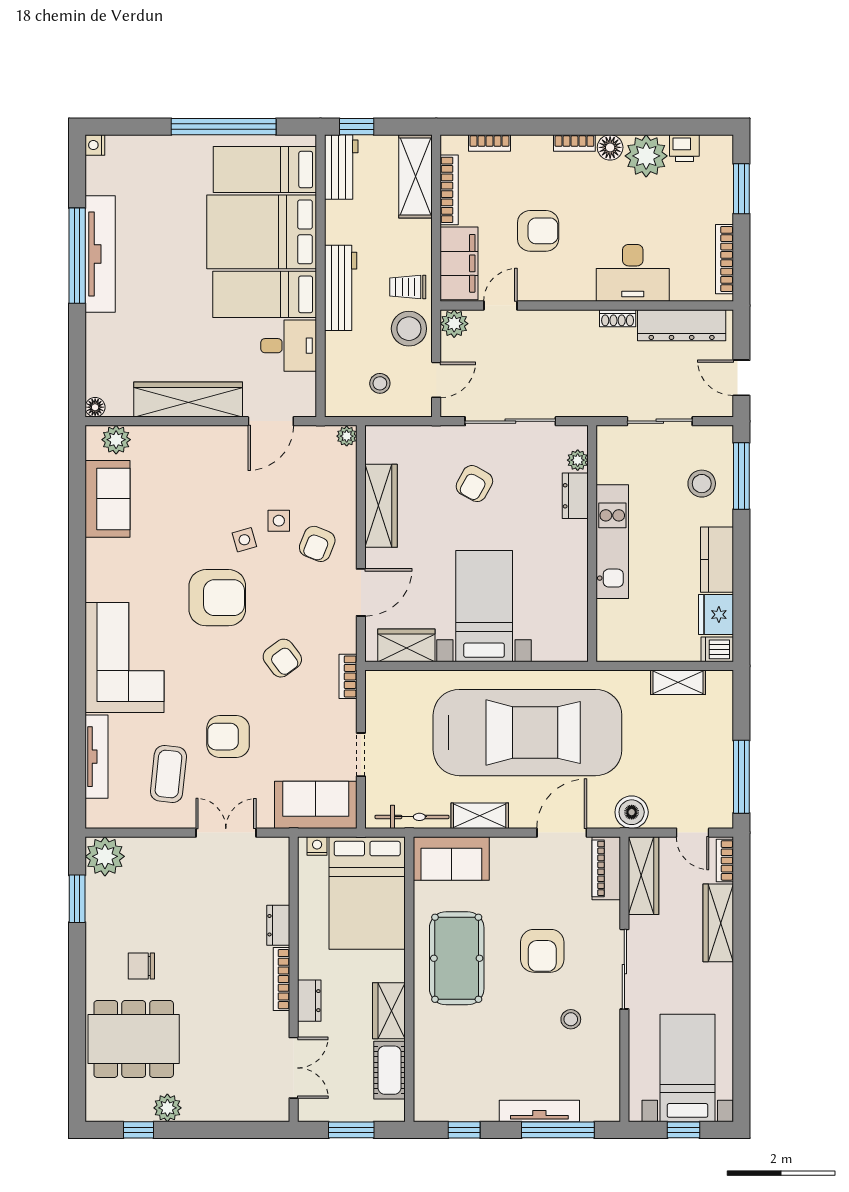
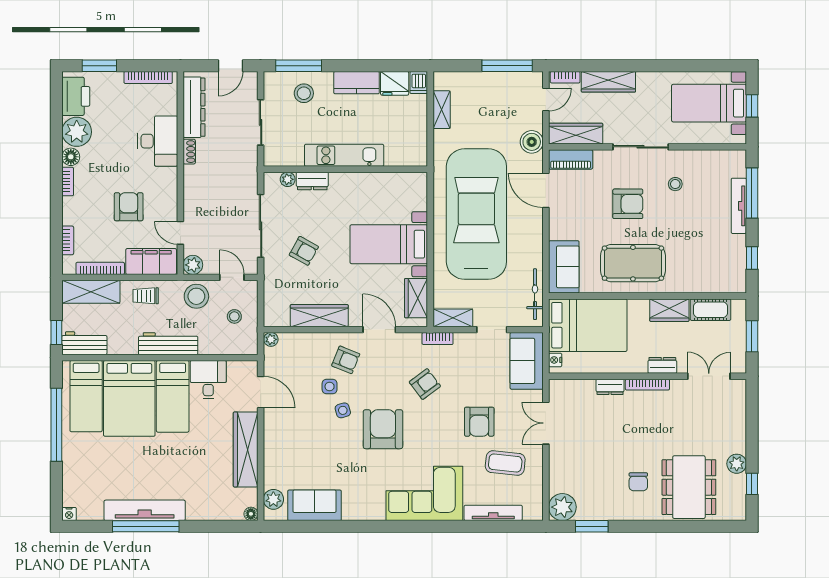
printer: (684, 148) -> (76, 96), width x1.87, depth x1.48
trolley: (408, 287) -> (146, 296), moved, turned 90
shelving: (480, 816) -> (453, 318), moved, turned 90

